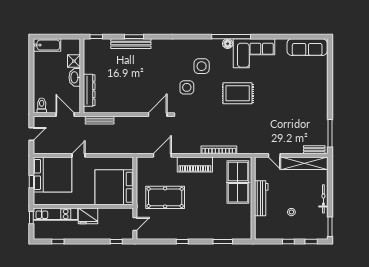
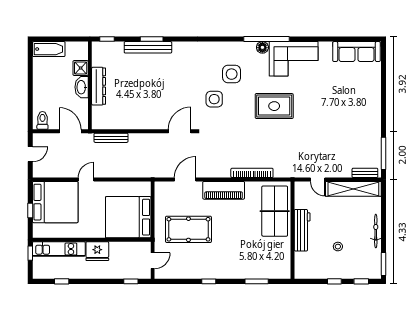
dresser: (89, 90) -> (99, 86), moved

